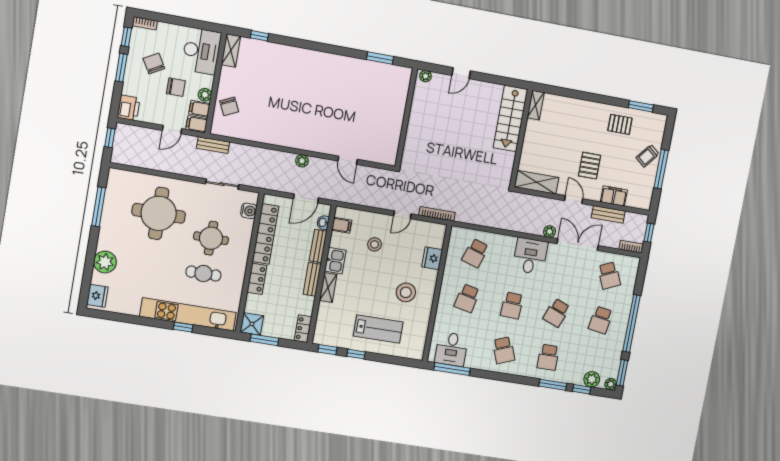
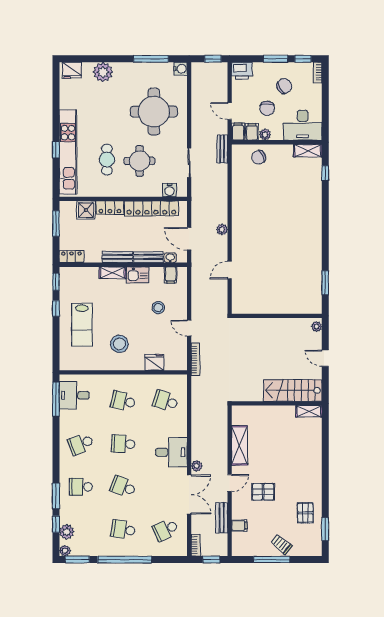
shelving: (536, 105) -> (309, 411), moved
stairs: (510, 119) -> (293, 390), moved
wall: (521, 138) -> (277, 403), moved
water cooler: (115, 176) -> (181, 69), added
filing cabinet: (614, 196) -> (239, 526), width x0.50
shower: (252, 324) -> (86, 210), moved

